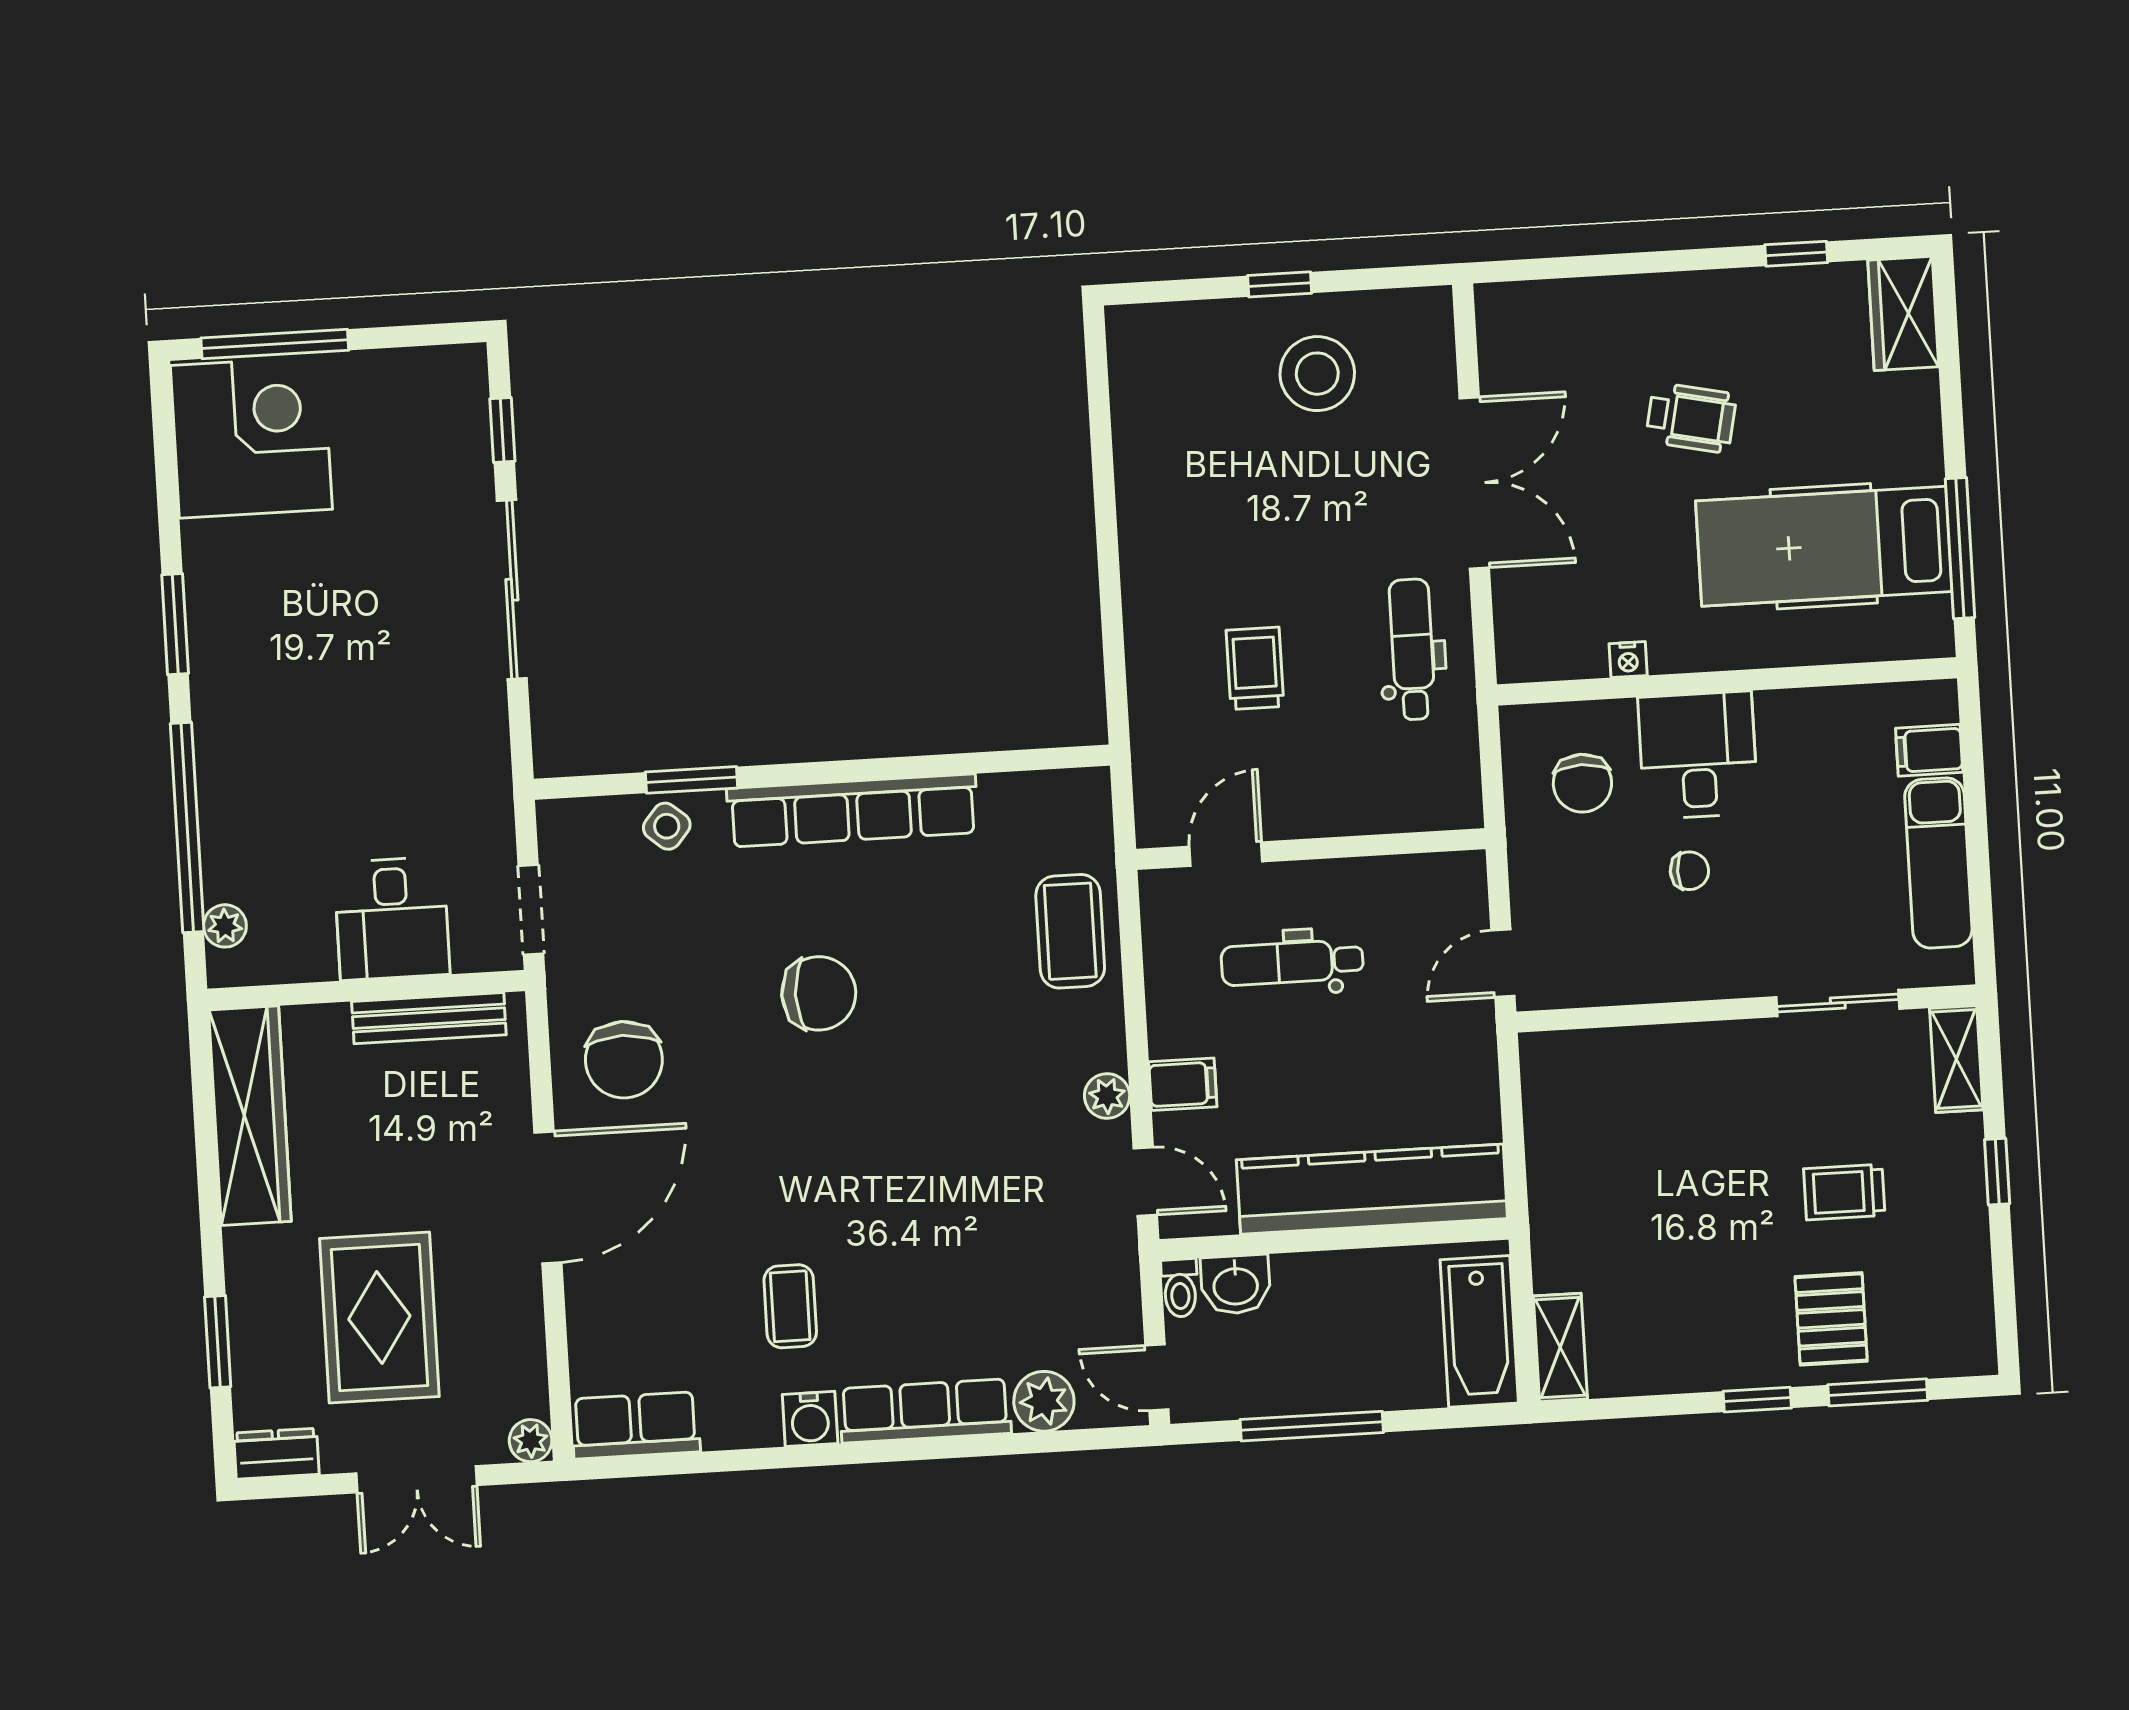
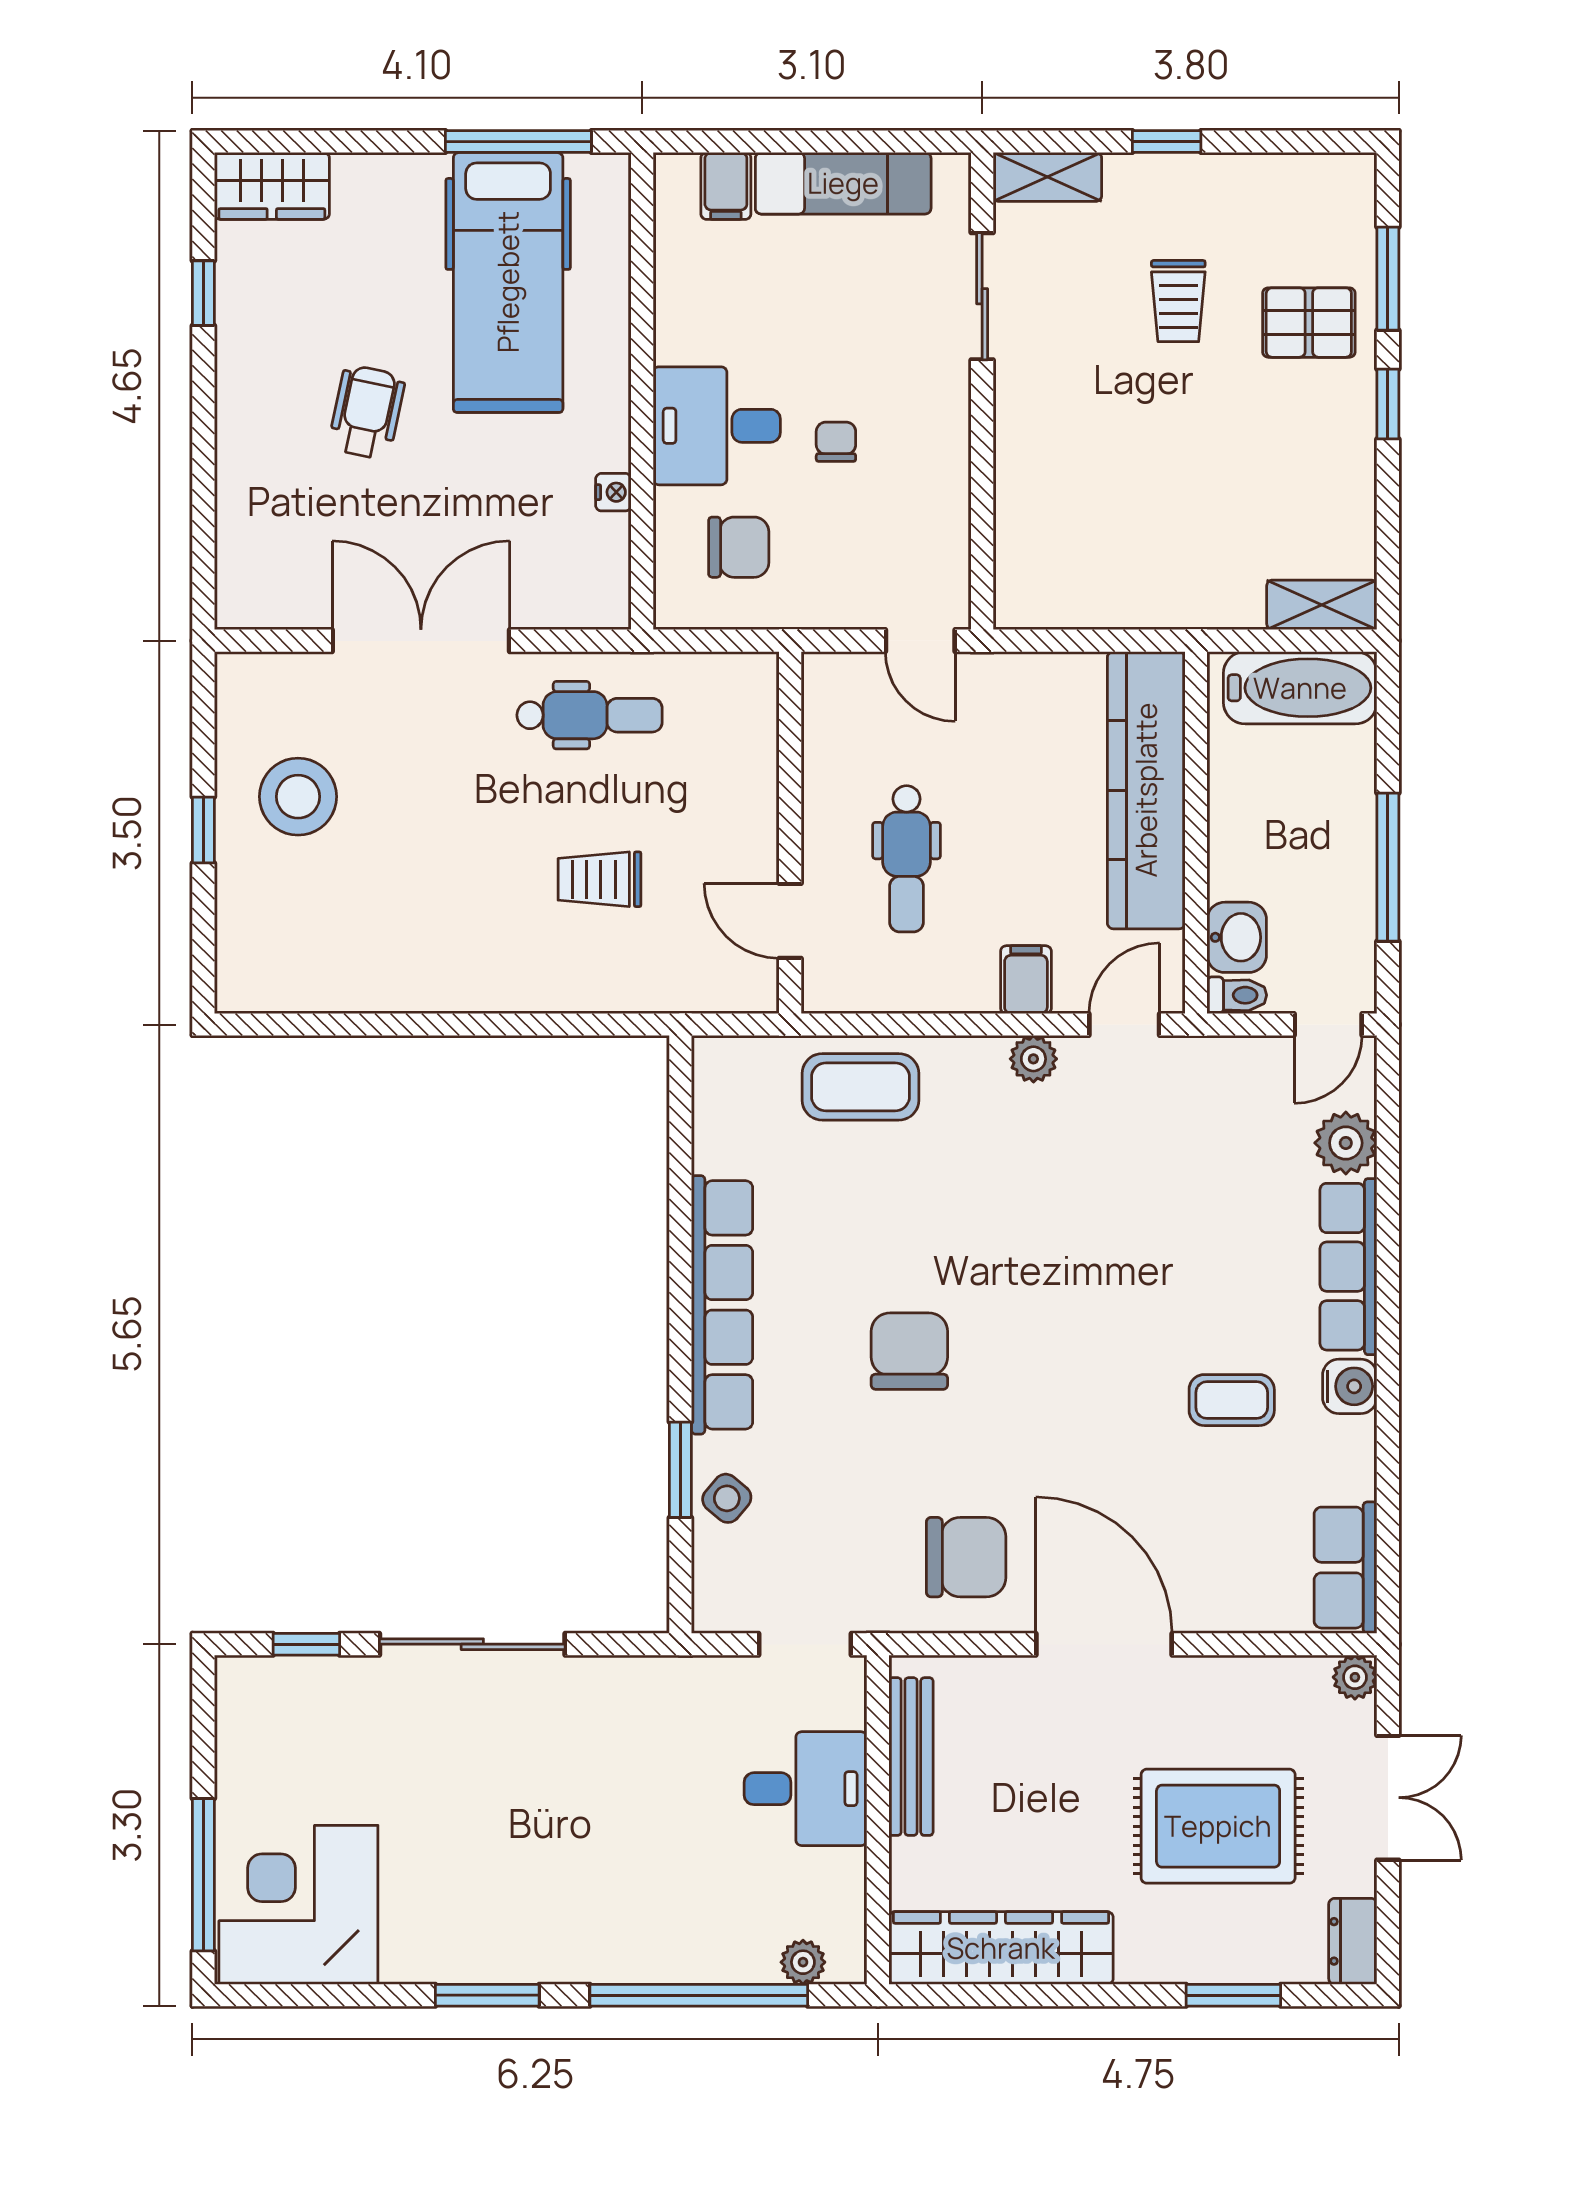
dental chair: (1412, 649) -> (590, 715), turned 180

